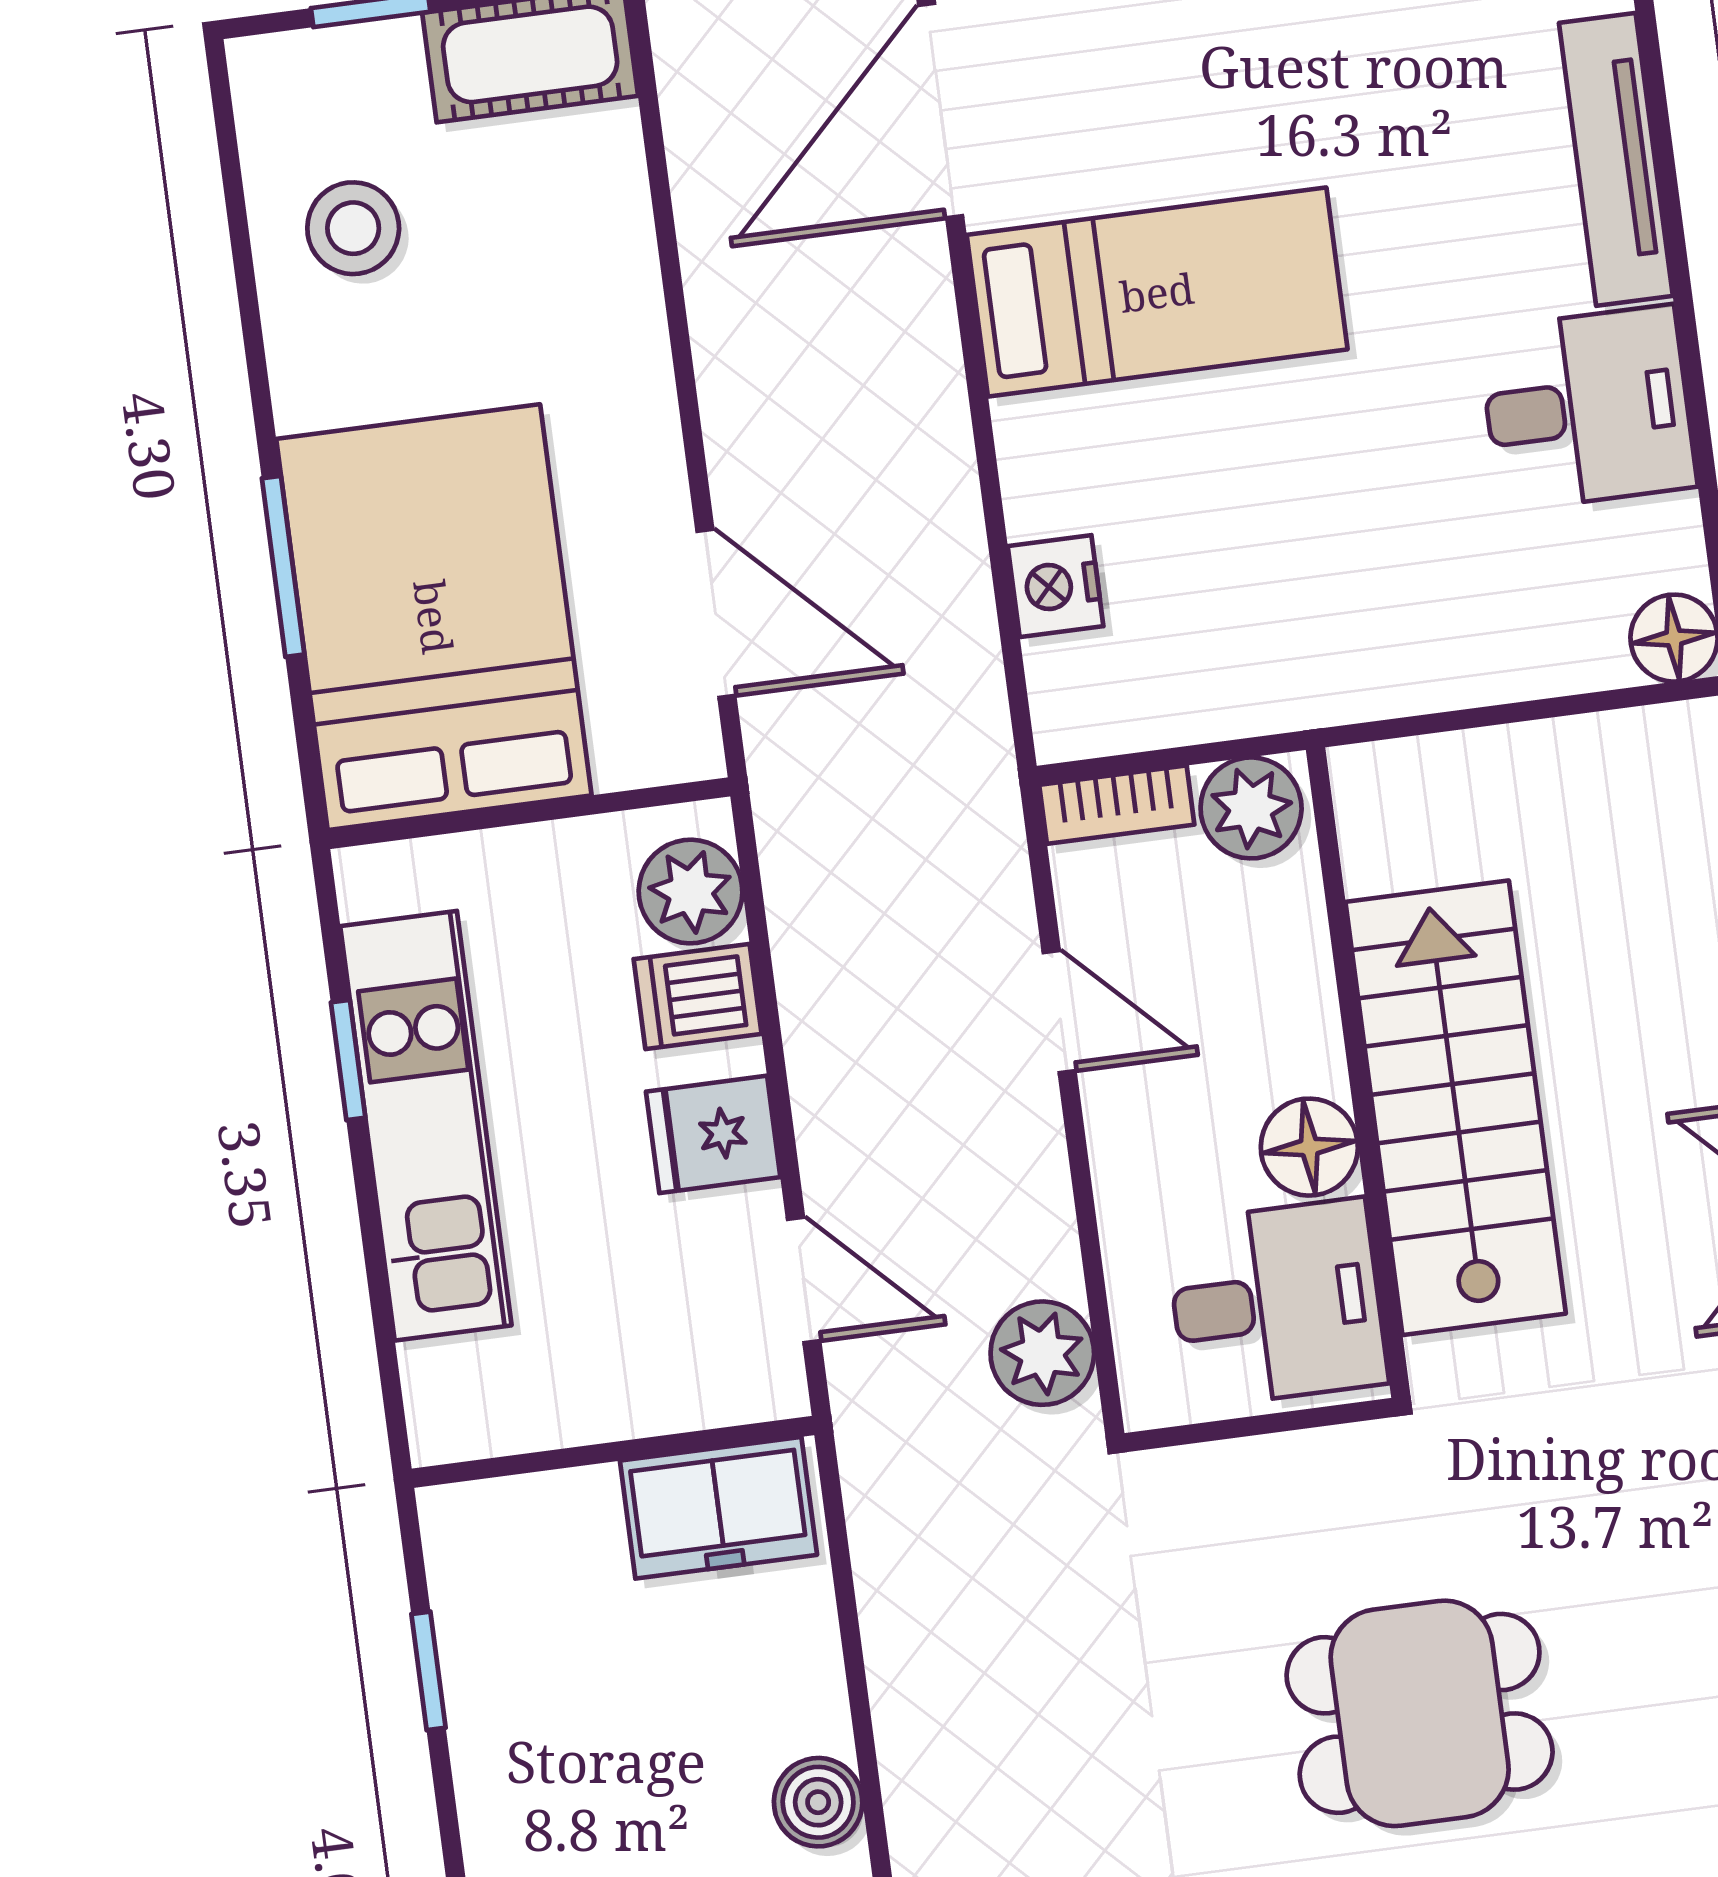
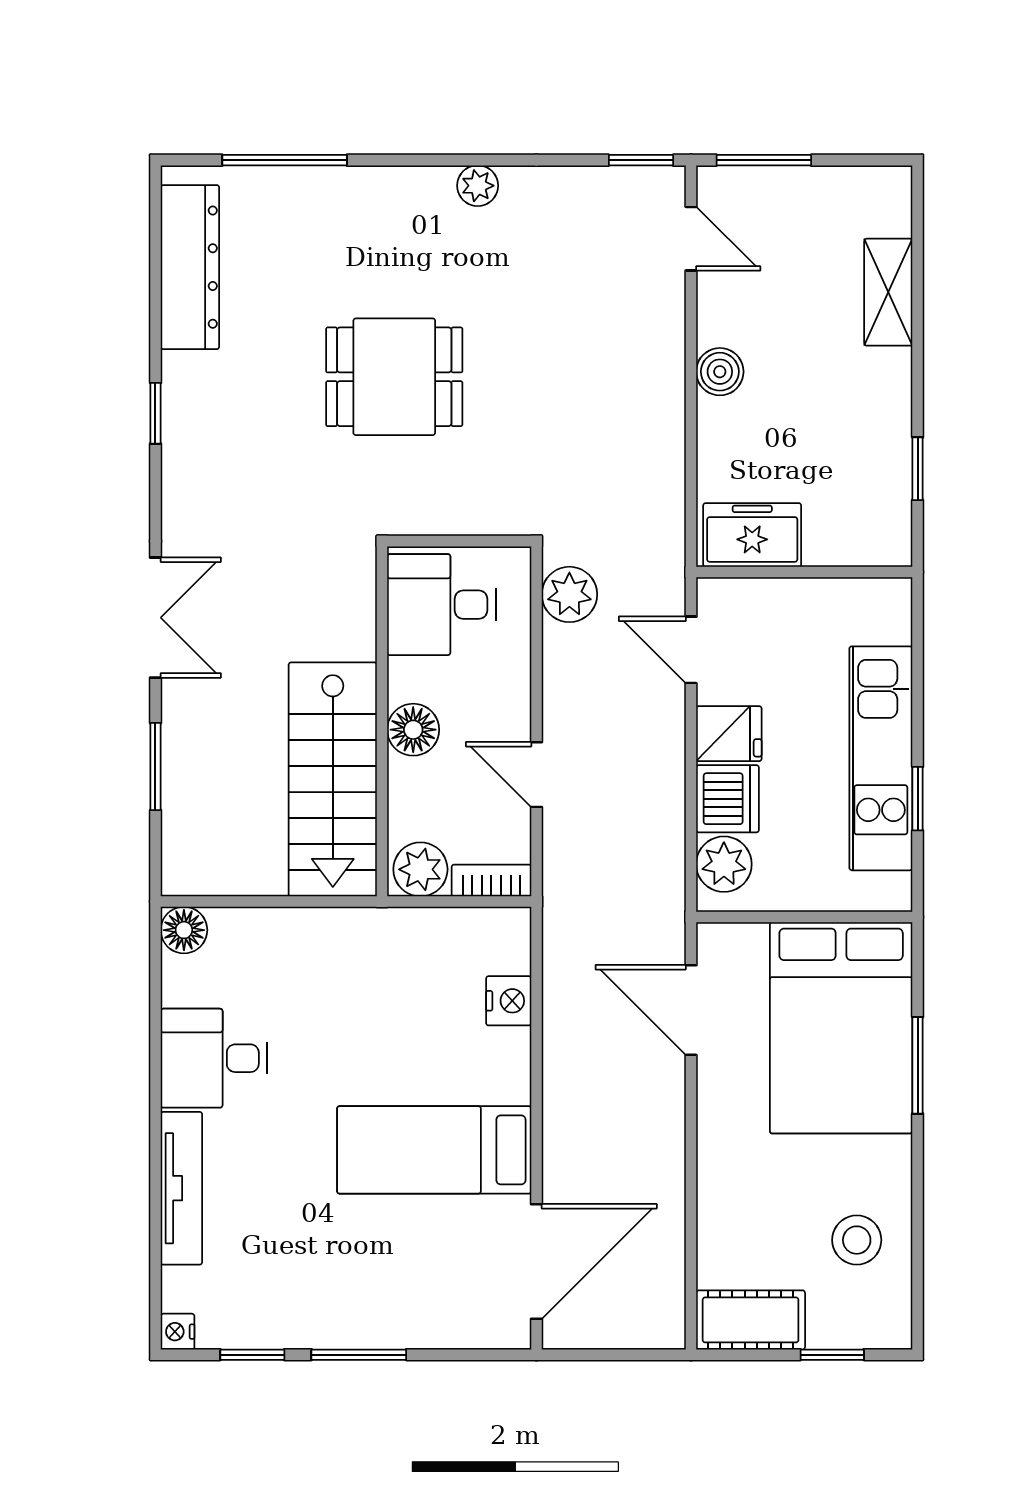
dishwasher: (698, 997) -> (728, 799), width x1.38
stairs: (1456, 1108) -> (333, 779), moved
floor lamp: (1309, 1147) -> (413, 730), moved

